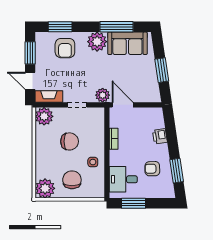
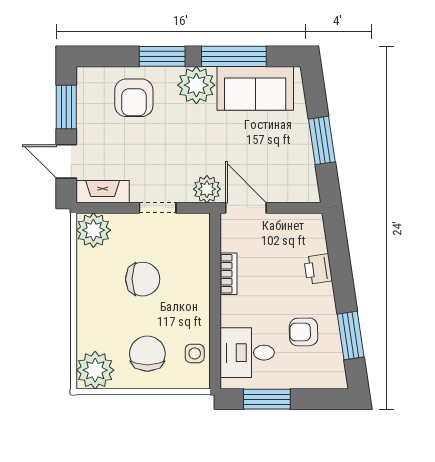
window: (60, 27) -> (162, 56), moved
side table: (93, 162) -> (195, 353), moved

